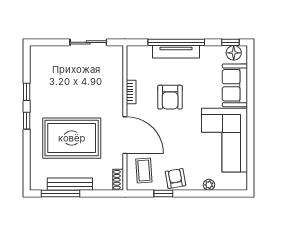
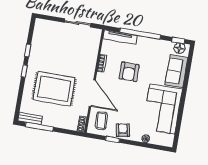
tv unit: (176, 52) -> (120, 37), moved
bench: (70, 184) -> (30, 118), moved, width x0.73

